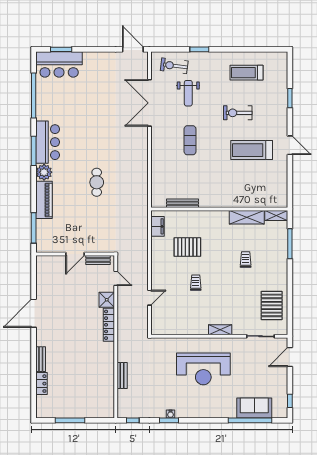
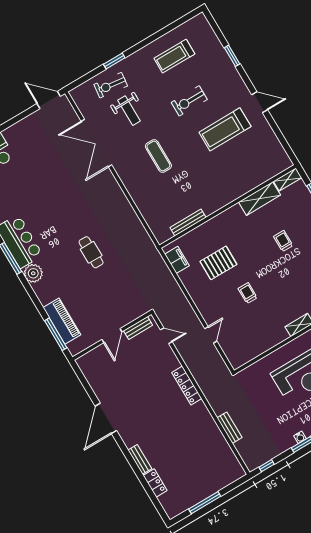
exercise bike: (174, 66) -> (111, 85), moved
piano: (44, 200) -> (62, 321), moved
shower: (107, 300) -> (170, 362), removed

